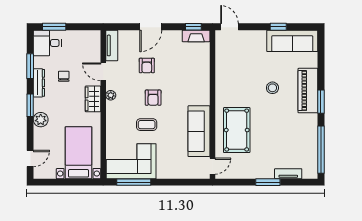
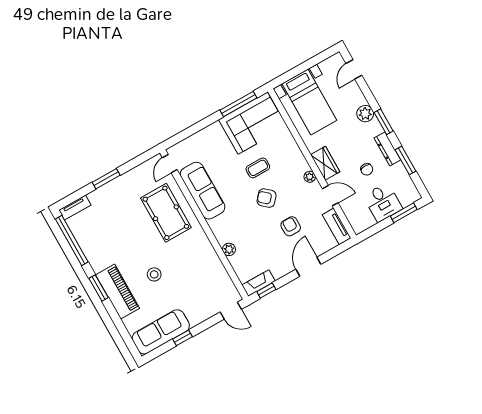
desk: (47, 43) -> (383, 202), moved, turned 90
plant: (204, 75) -> (229, 249), added
armchair: (153, 98) -> (267, 198), turned -49
tv unit: (288, 174) -> (75, 207), moved

